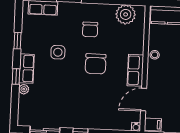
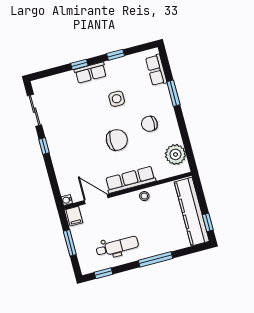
chair: (96, 64) -> (117, 140), turned 180
row of seats: (135, 70) -> (130, 180), width x1.48
plant: (24, 89) -> (69, 76), removed

